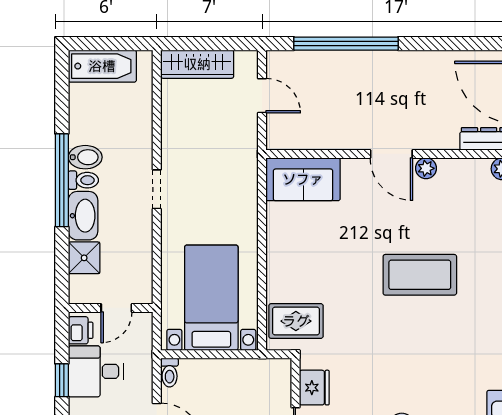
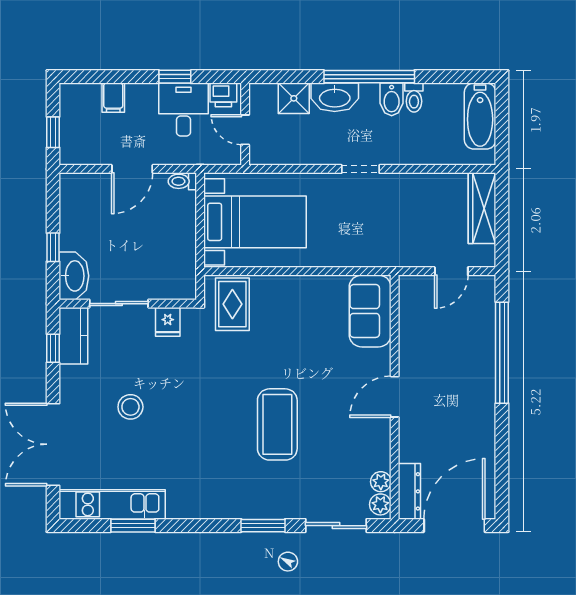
plant: (426, 168) -> (381, 482), moved
toilet: (83, 180) -> (414, 98), moved
fridge: (314, 388) -> (168, 322), width x0.72

